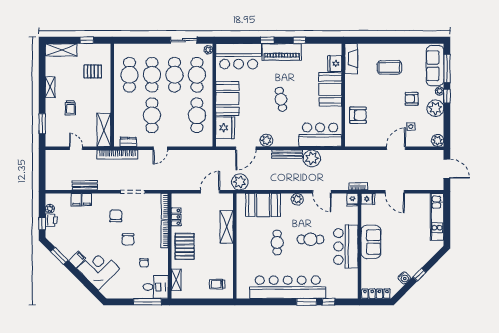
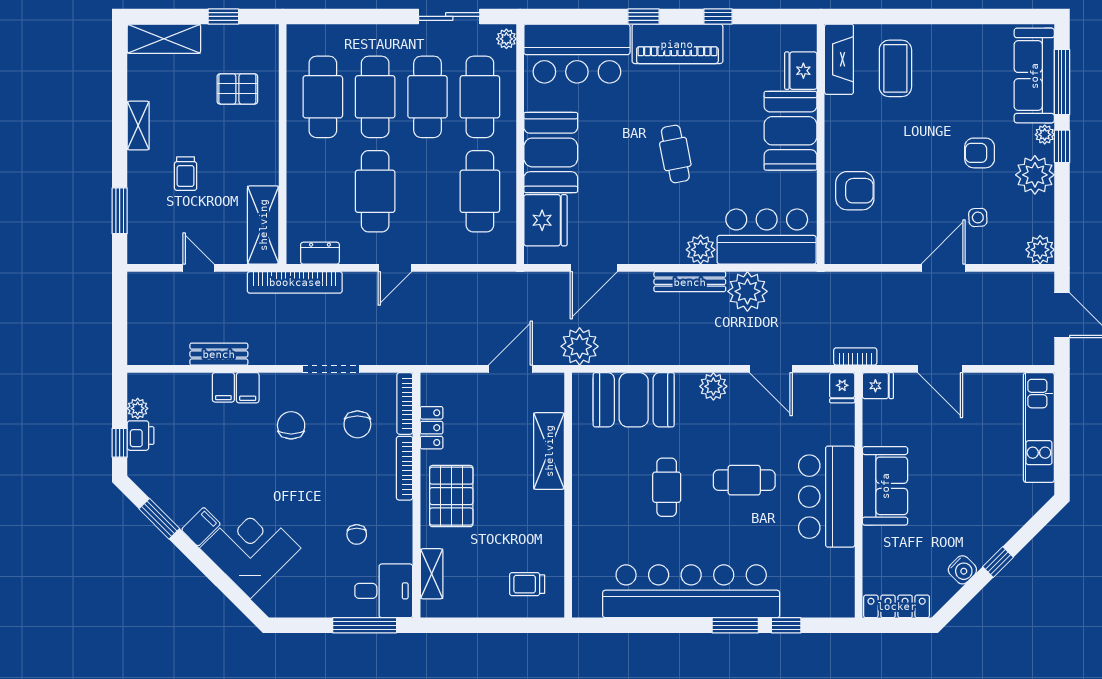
coffee table: (389, 67) -> (895, 68), moved, turned 90
plant: (266, 140) -> (701, 250), moved
filing cabinet: (76, 200) -> (248, 388), moved
chair: (128, 239) -> (357, 424), moved

